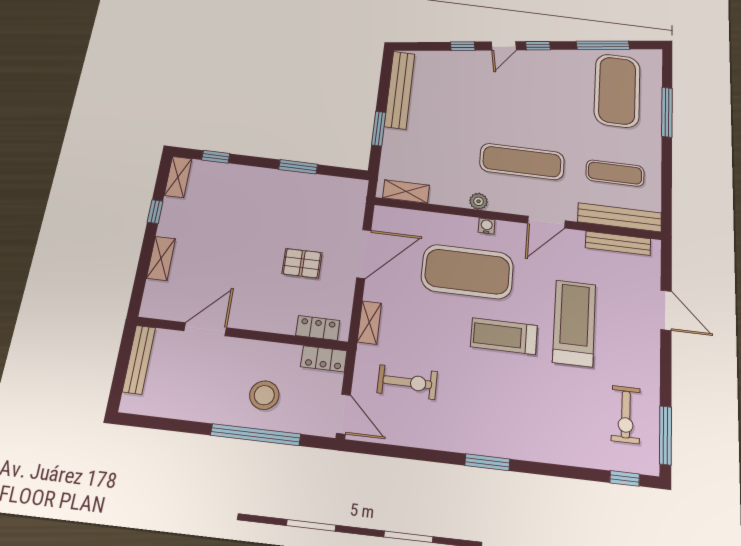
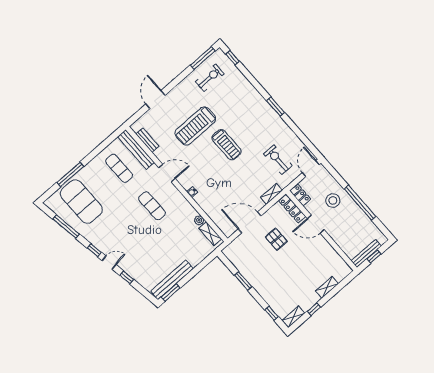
exercise mat: (617, 91) -> (81, 202), turned 90
window: (379, 129) -> (171, 293), moved
exercise mat: (522, 162) -> (152, 206), width x0.73, depth x0.69
plant: (479, 201) -> (199, 220), moved
bench: (618, 243) -> (147, 140), width x0.73
exercise mat: (467, 272) -> (217, 181), removed
locker: (318, 328) -> (292, 209), width x1.53
door: (205, 329) -> (316, 224), moved
window: (122, 366) -> (374, 256), added
window: (256, 435) -> (360, 203), moved

